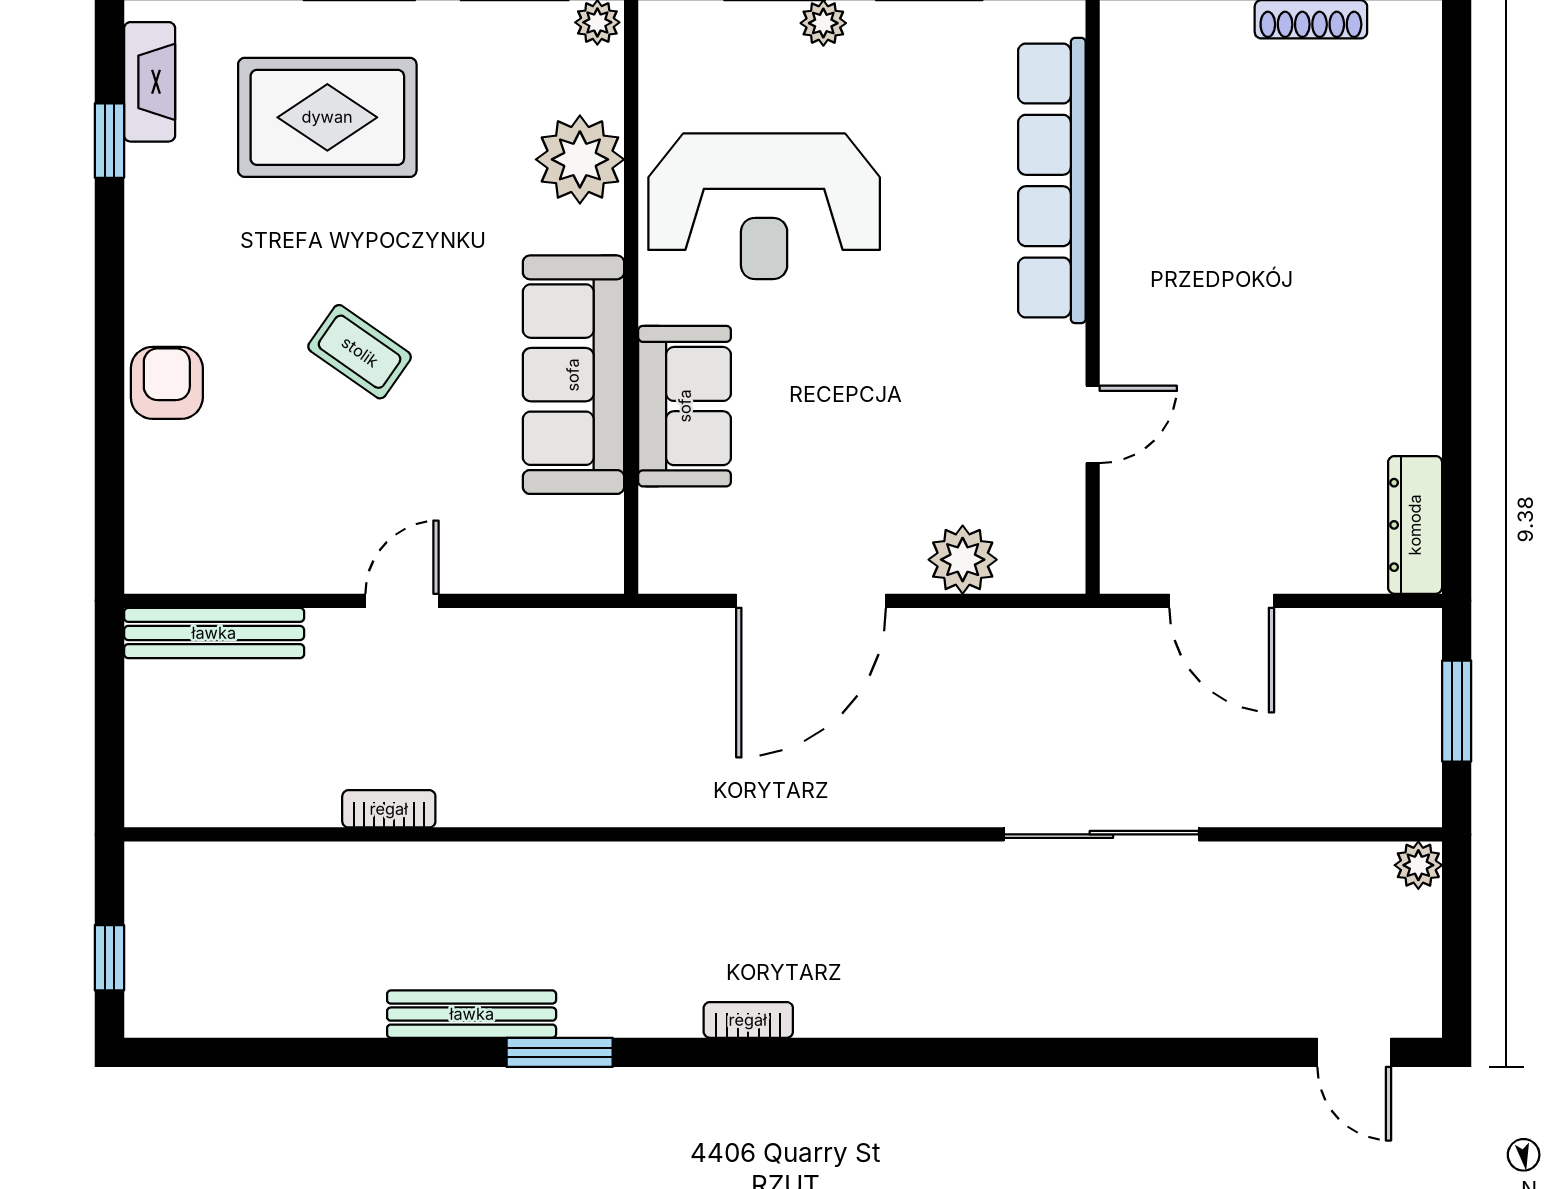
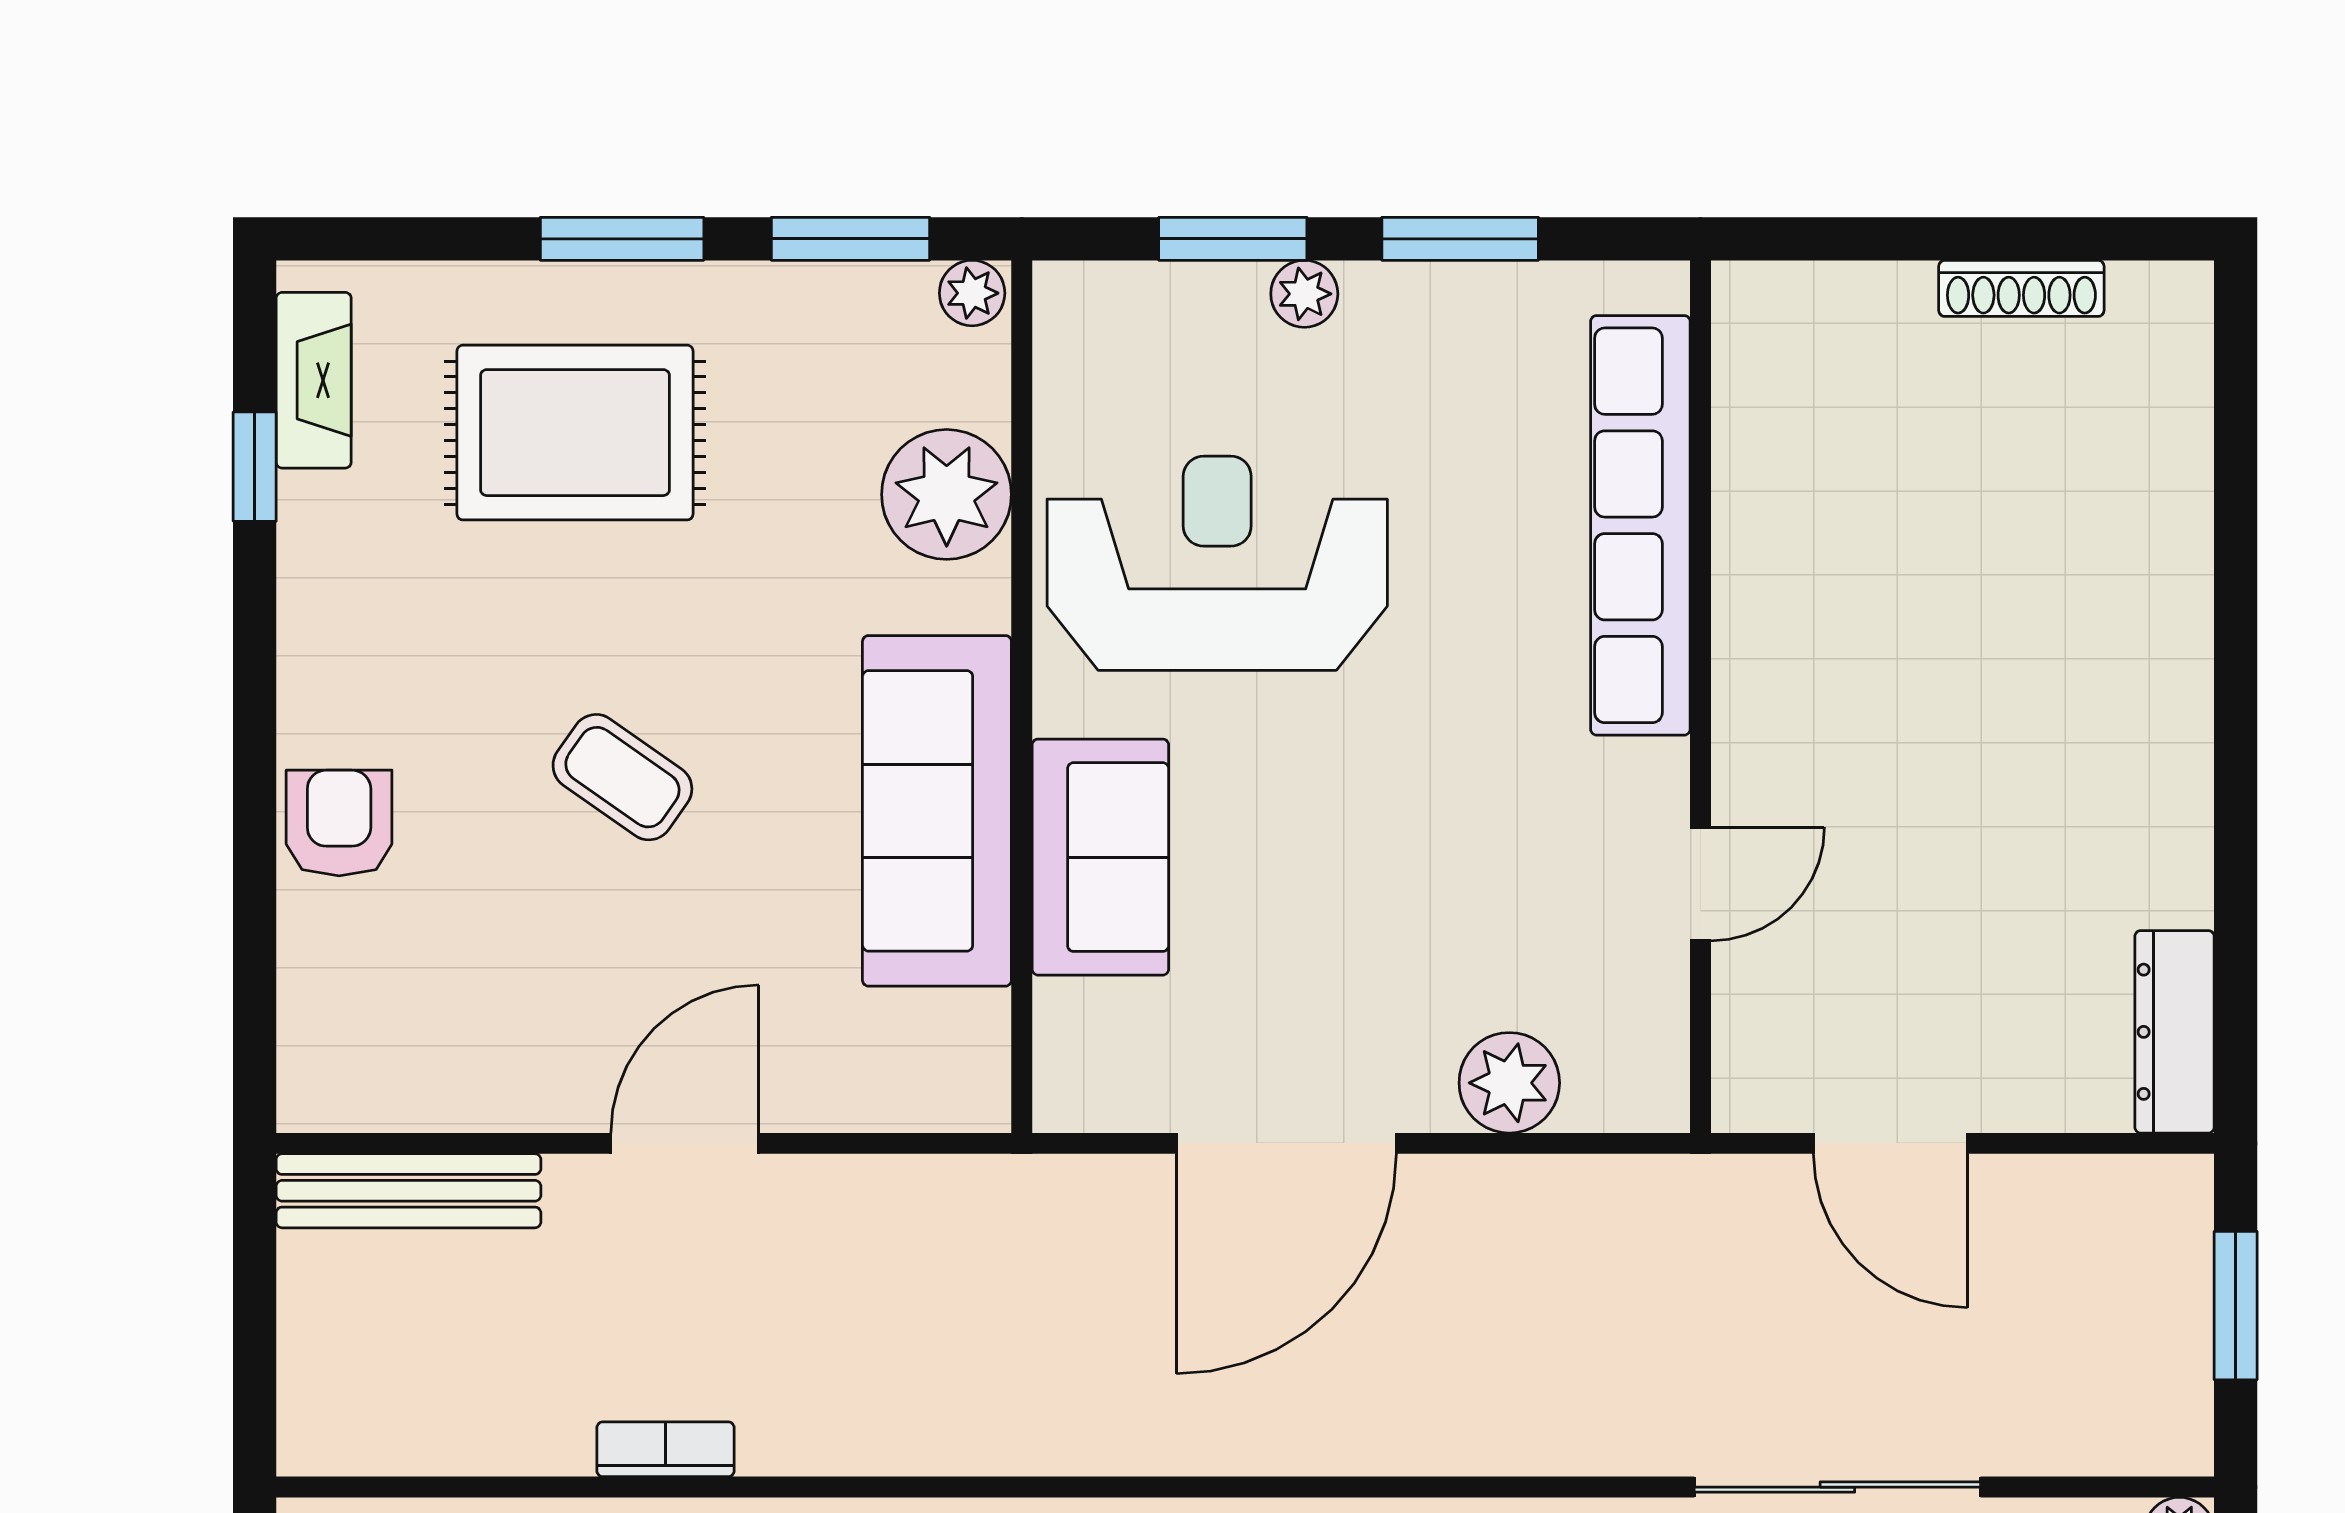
reception desk: (764, 206) -> (1217, 563), turned 180
door: (402, 601) -> (685, 1143), width x1.38
sliding door: (1101, 834) -> (1837, 1487), moved

